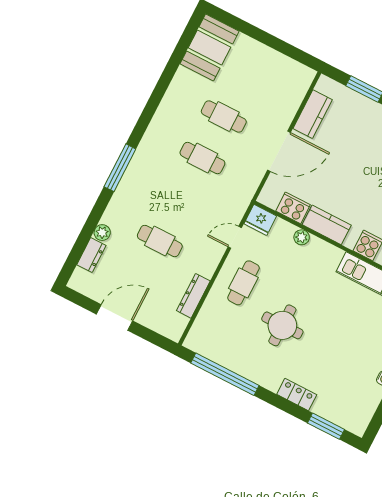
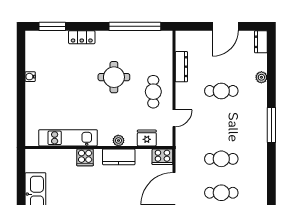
cooker: (293, 208) -> (162, 157), moved
fridge: (260, 220) -> (147, 138), moved
plant: (302, 237) -> (118, 140), moved
dresser: (91, 255) -> (261, 42), moved

